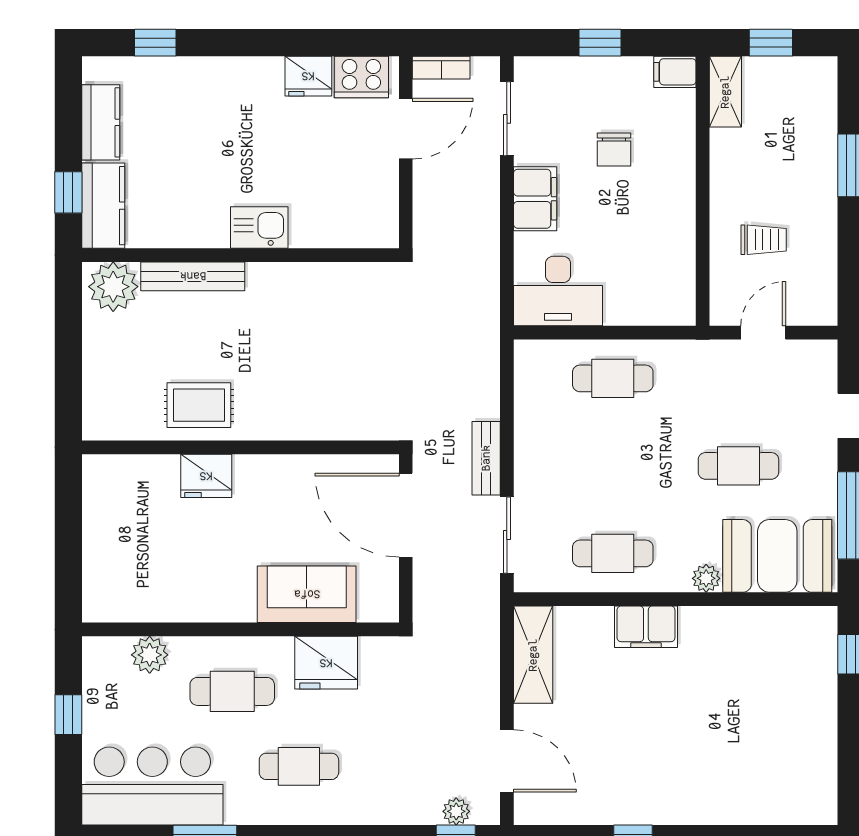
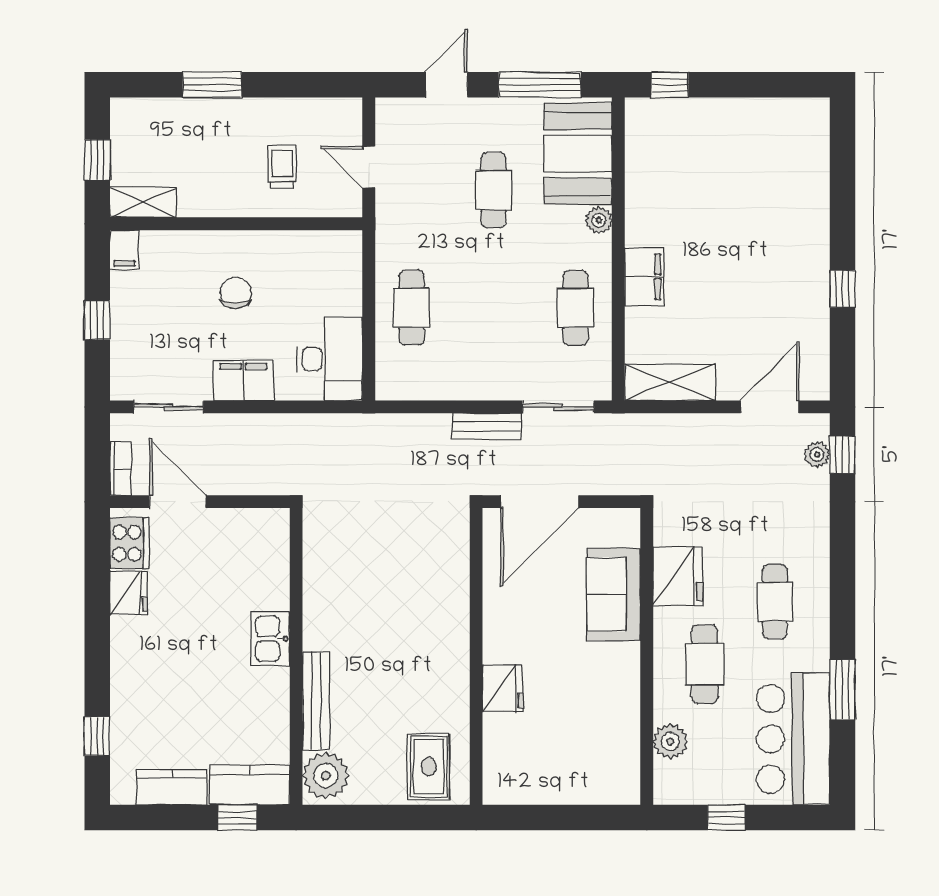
chair: (614, 149) -> (236, 293), moved, turned -90
rug: (199, 405) -> (429, 767), moved

